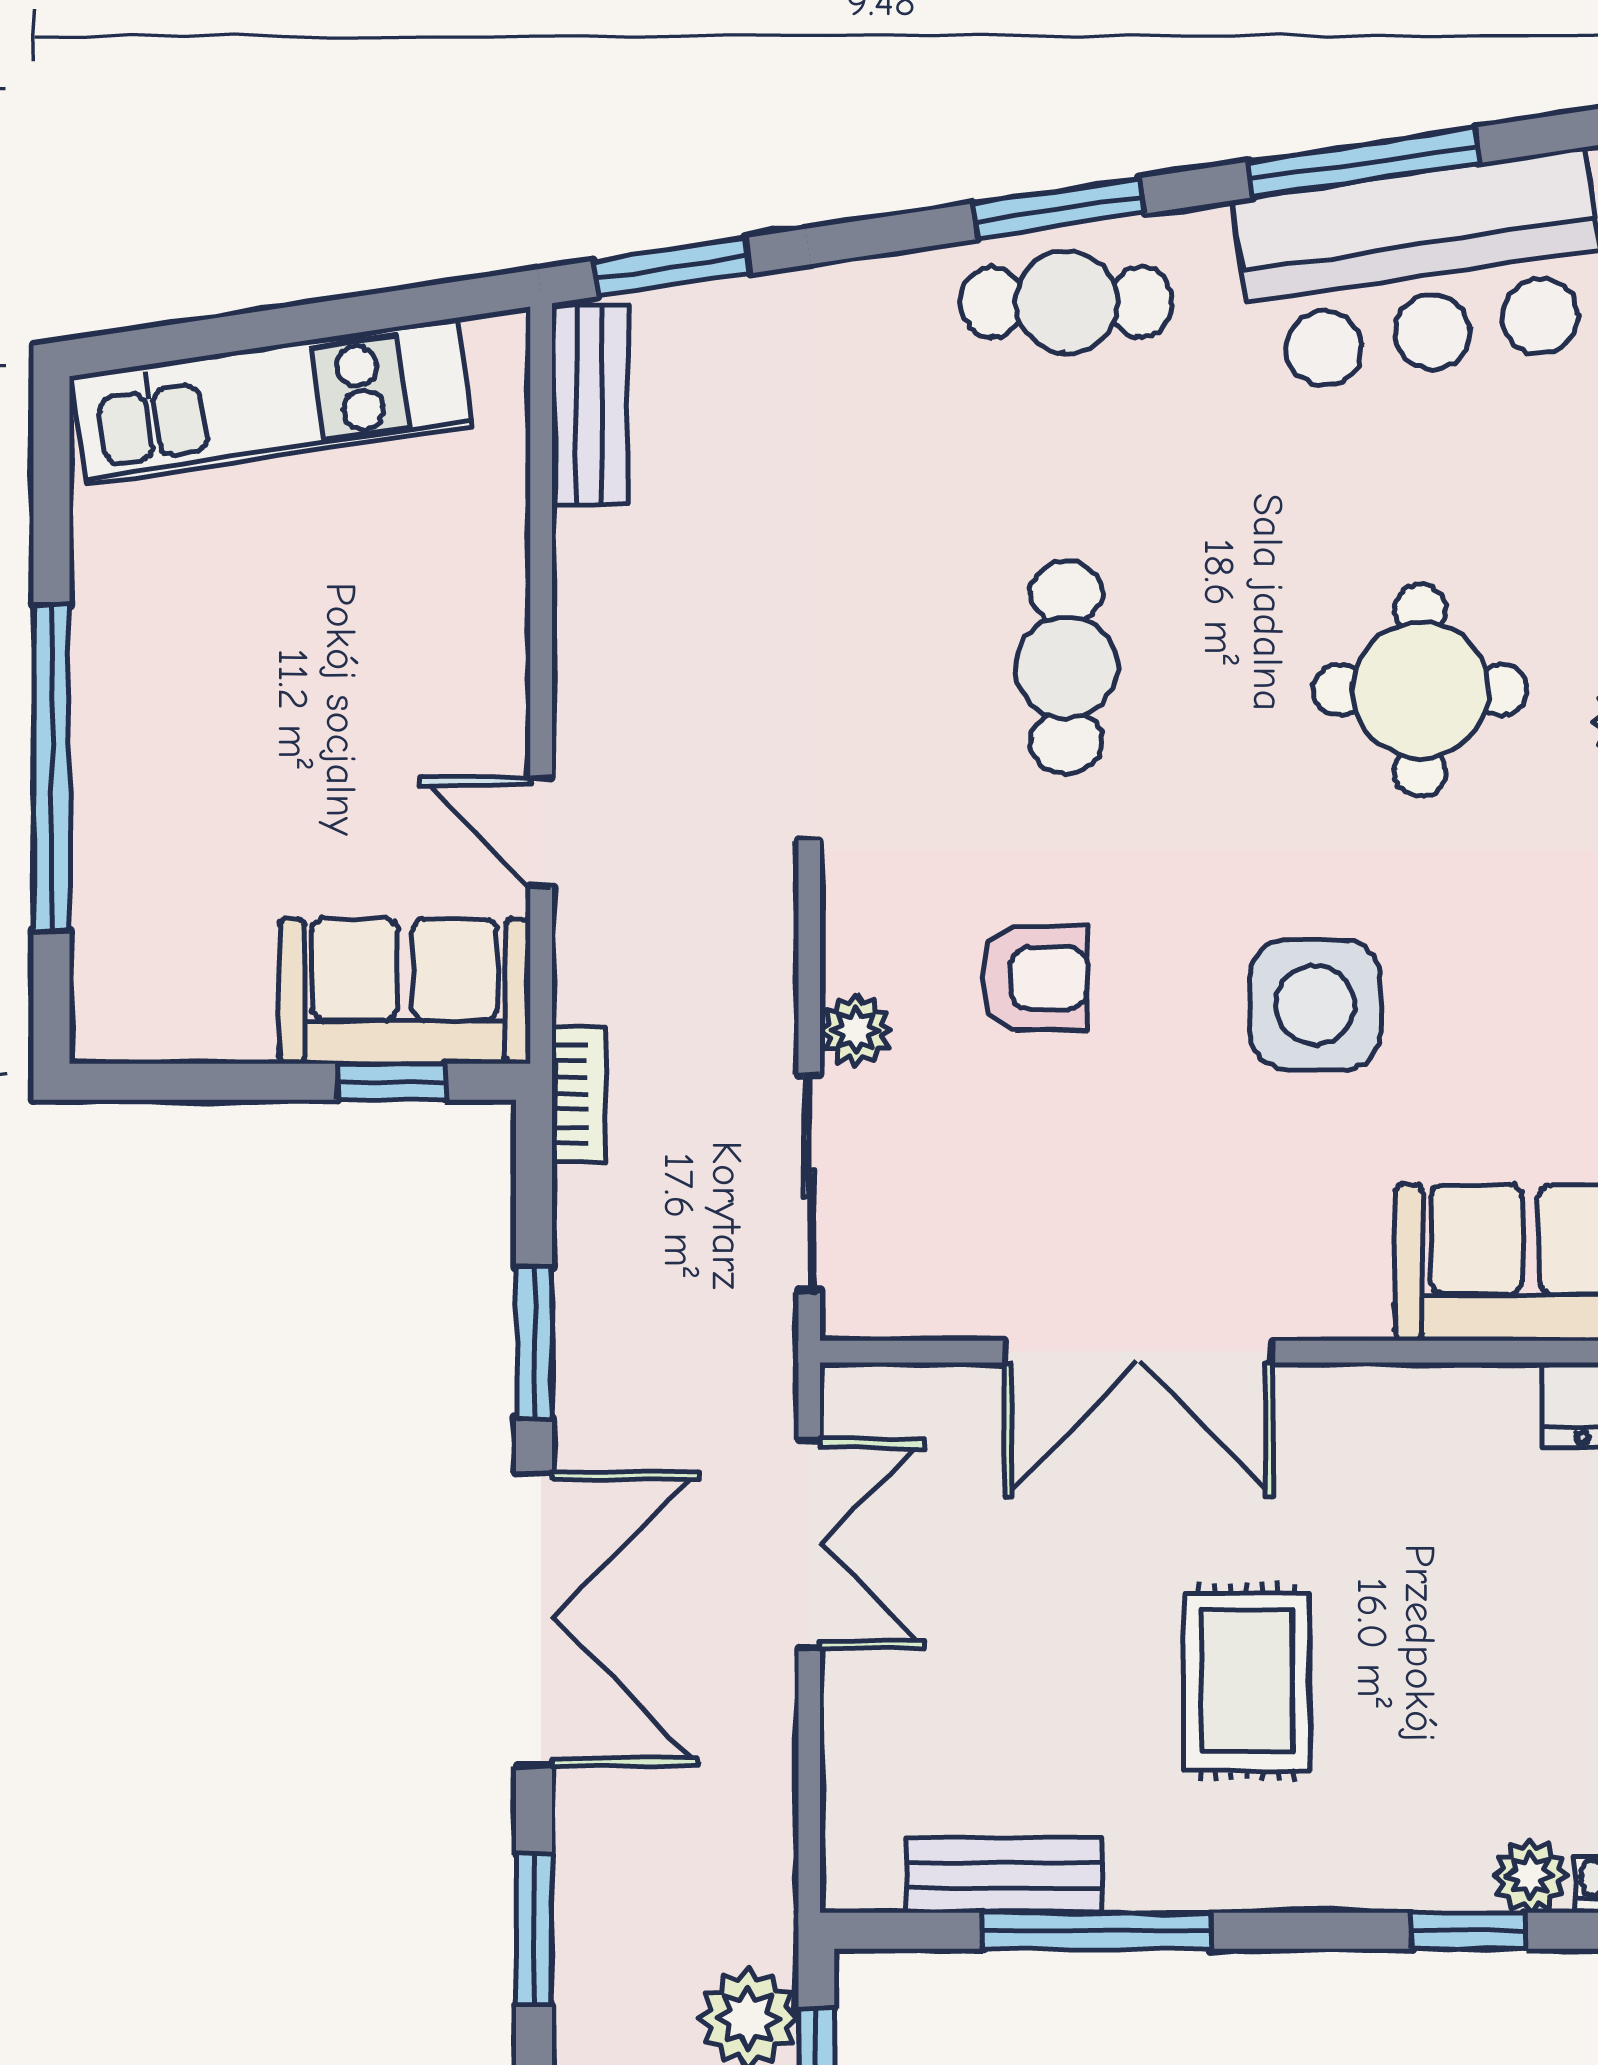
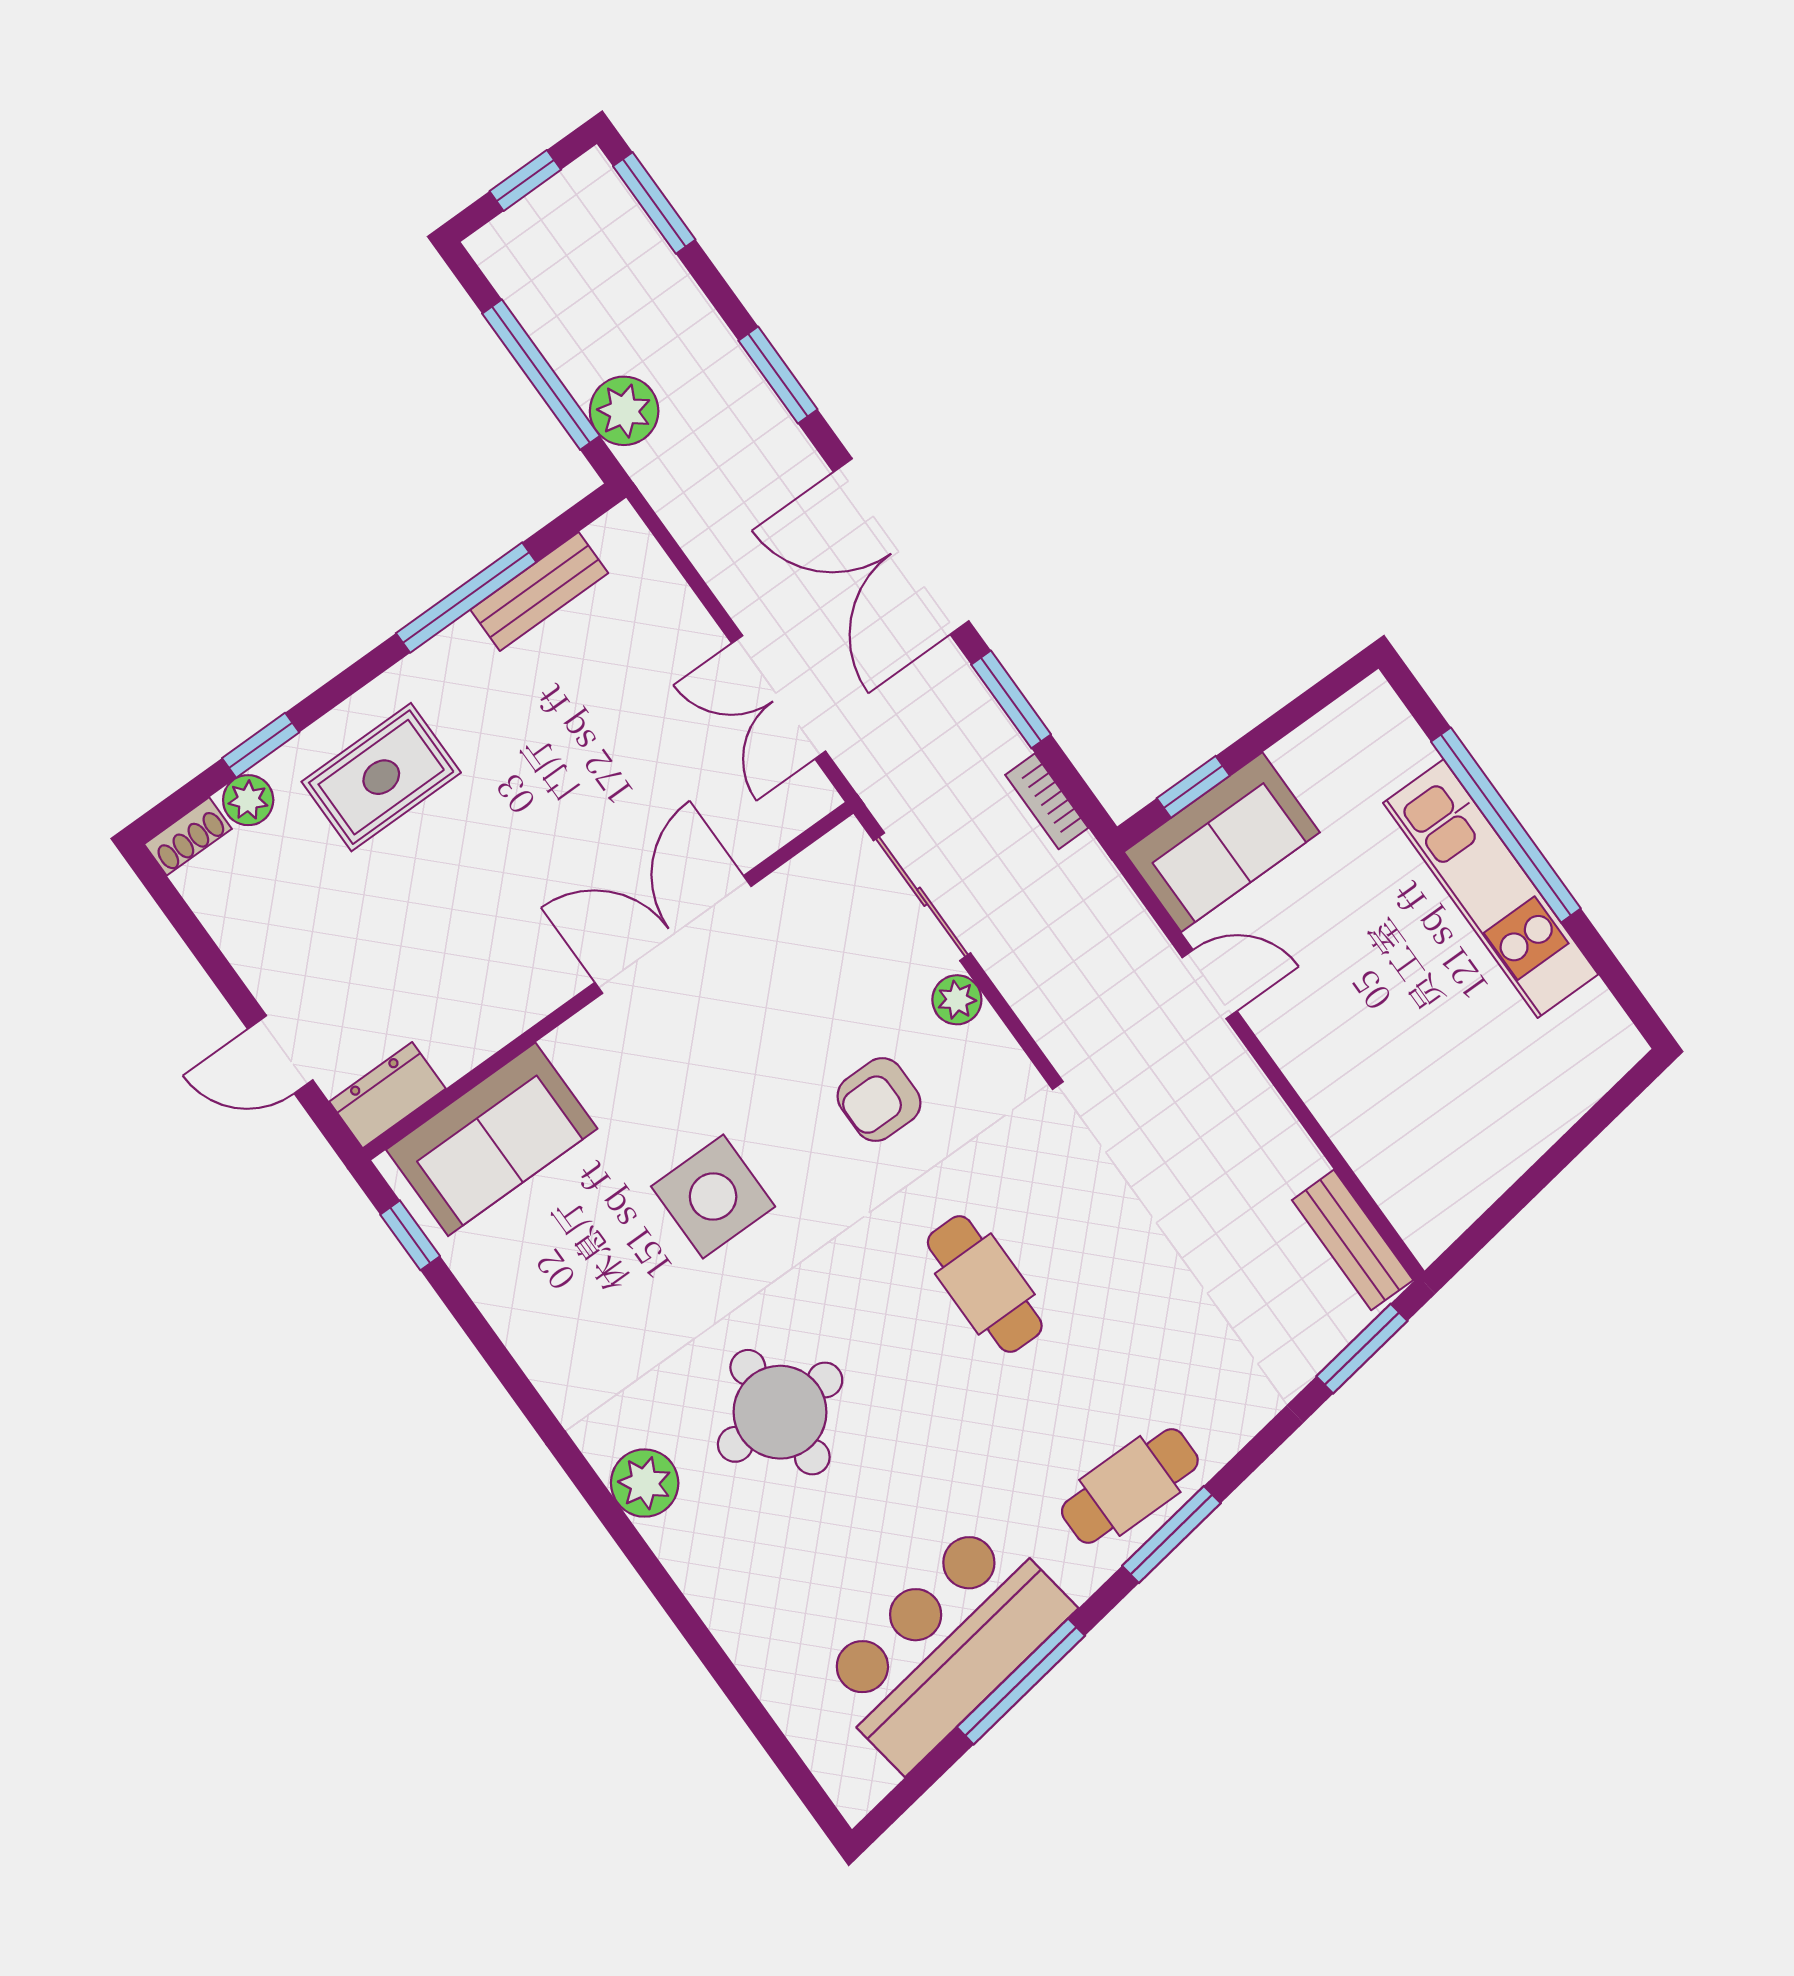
kitchen unit: (271, 401) -> (1491, 889), moved, turned -81
bookcase: (579, 1094) -> (1047, 801), moved
rug: (1246, 1681) -> (381, 777), moved, turned 90

